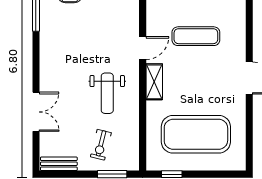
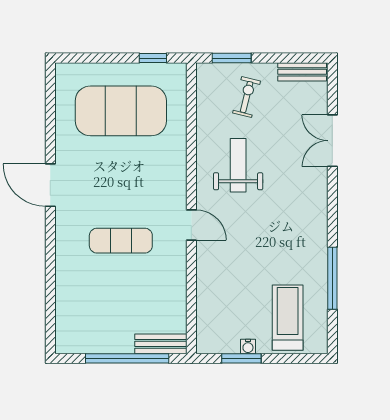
door: (143, 48) -> (191, 225), swing flipped
shelving: (154, 82) -> (176, 180), removed

